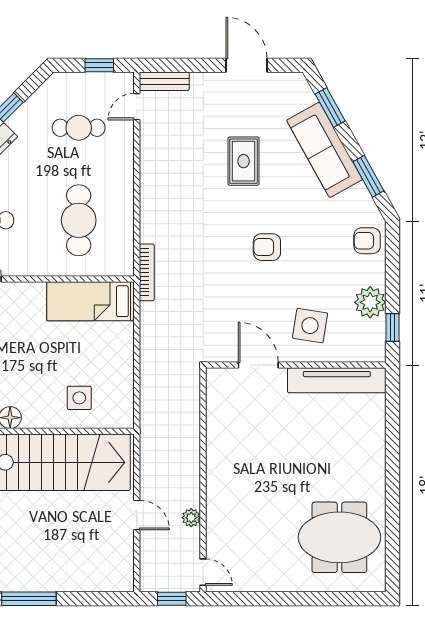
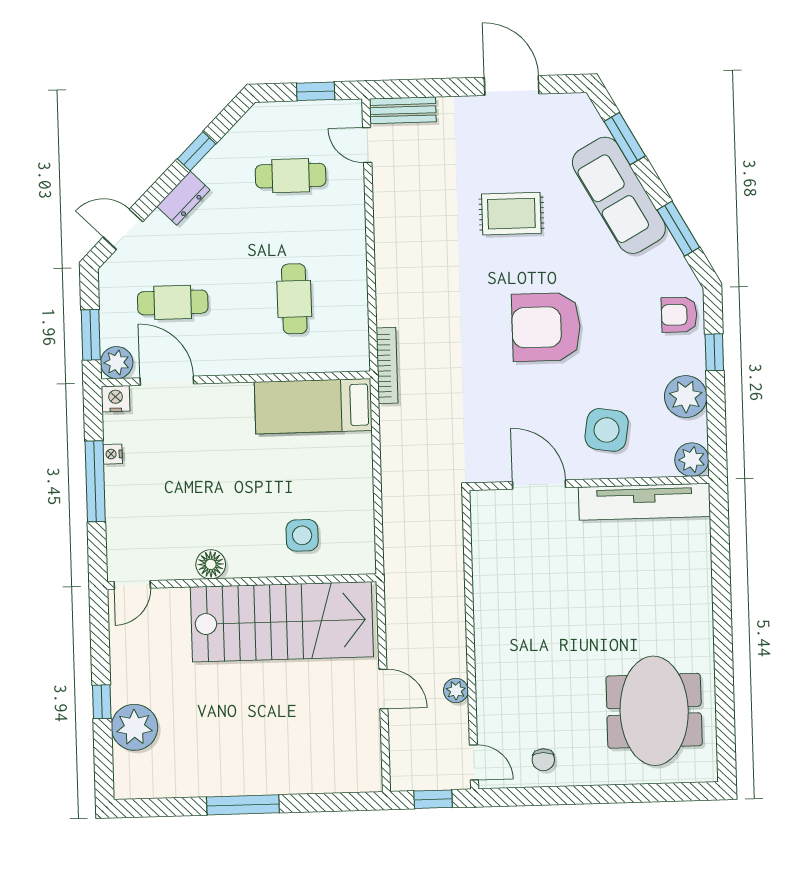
door: (137, 107) -> (367, 145), hinge flipped
rug: (244, 161) -> (511, 214), turned 90
cafe table: (79, 220) -> (294, 299), width x0.73, depth x0.74
armchair: (267, 247) -> (546, 327), width x1.88, depth x1.88
window: (393, 327) -> (714, 352), moved
plant: (373, 350) -> (692, 460), added
meeting table: (339, 537) -> (654, 711), turned 90
chair: (255, 572) -> (543, 760), added

